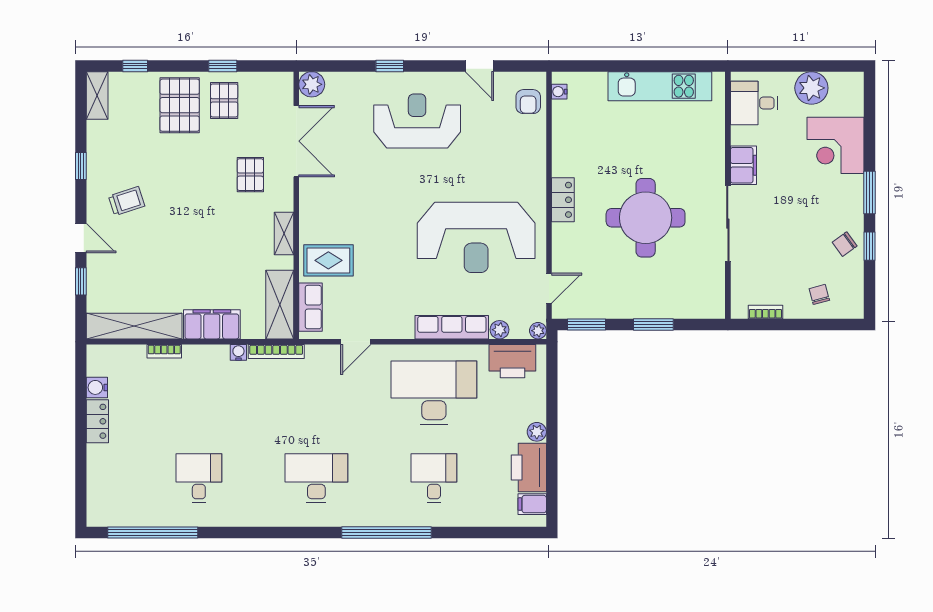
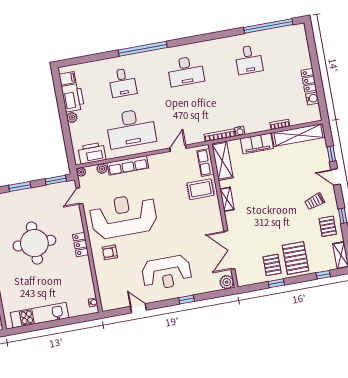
armchair: (528, 102) -> (110, 252), moved, turned -90
pallet: (250, 175) -> (328, 226), moved

